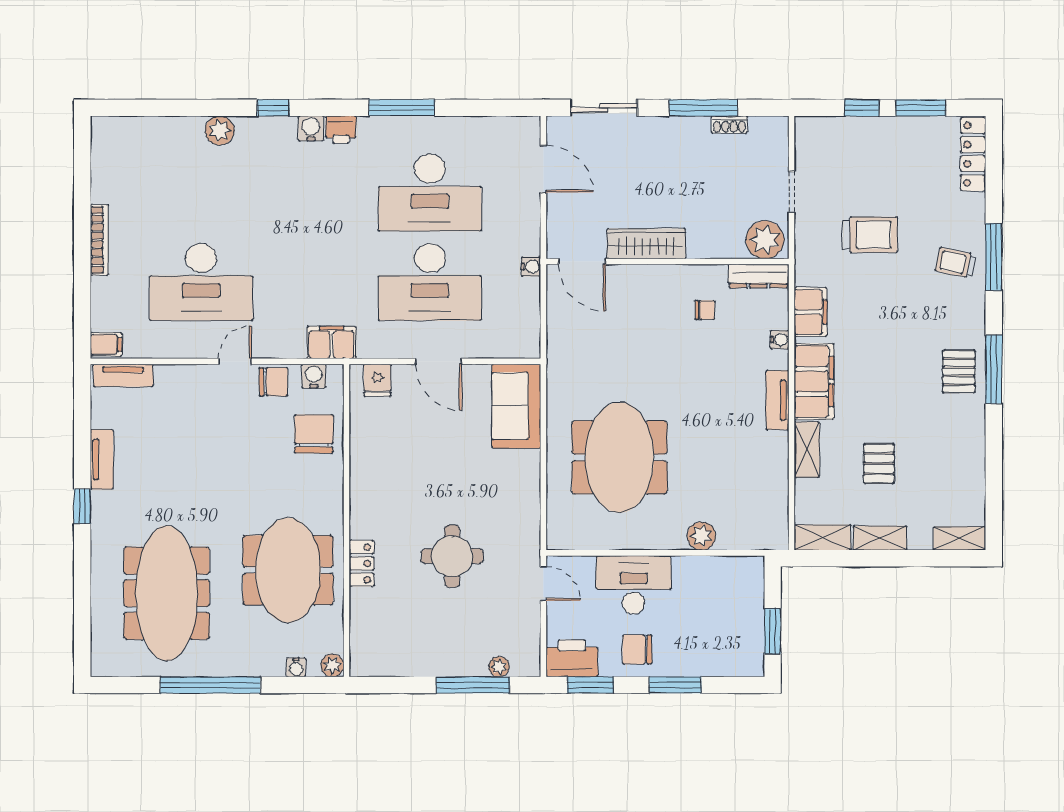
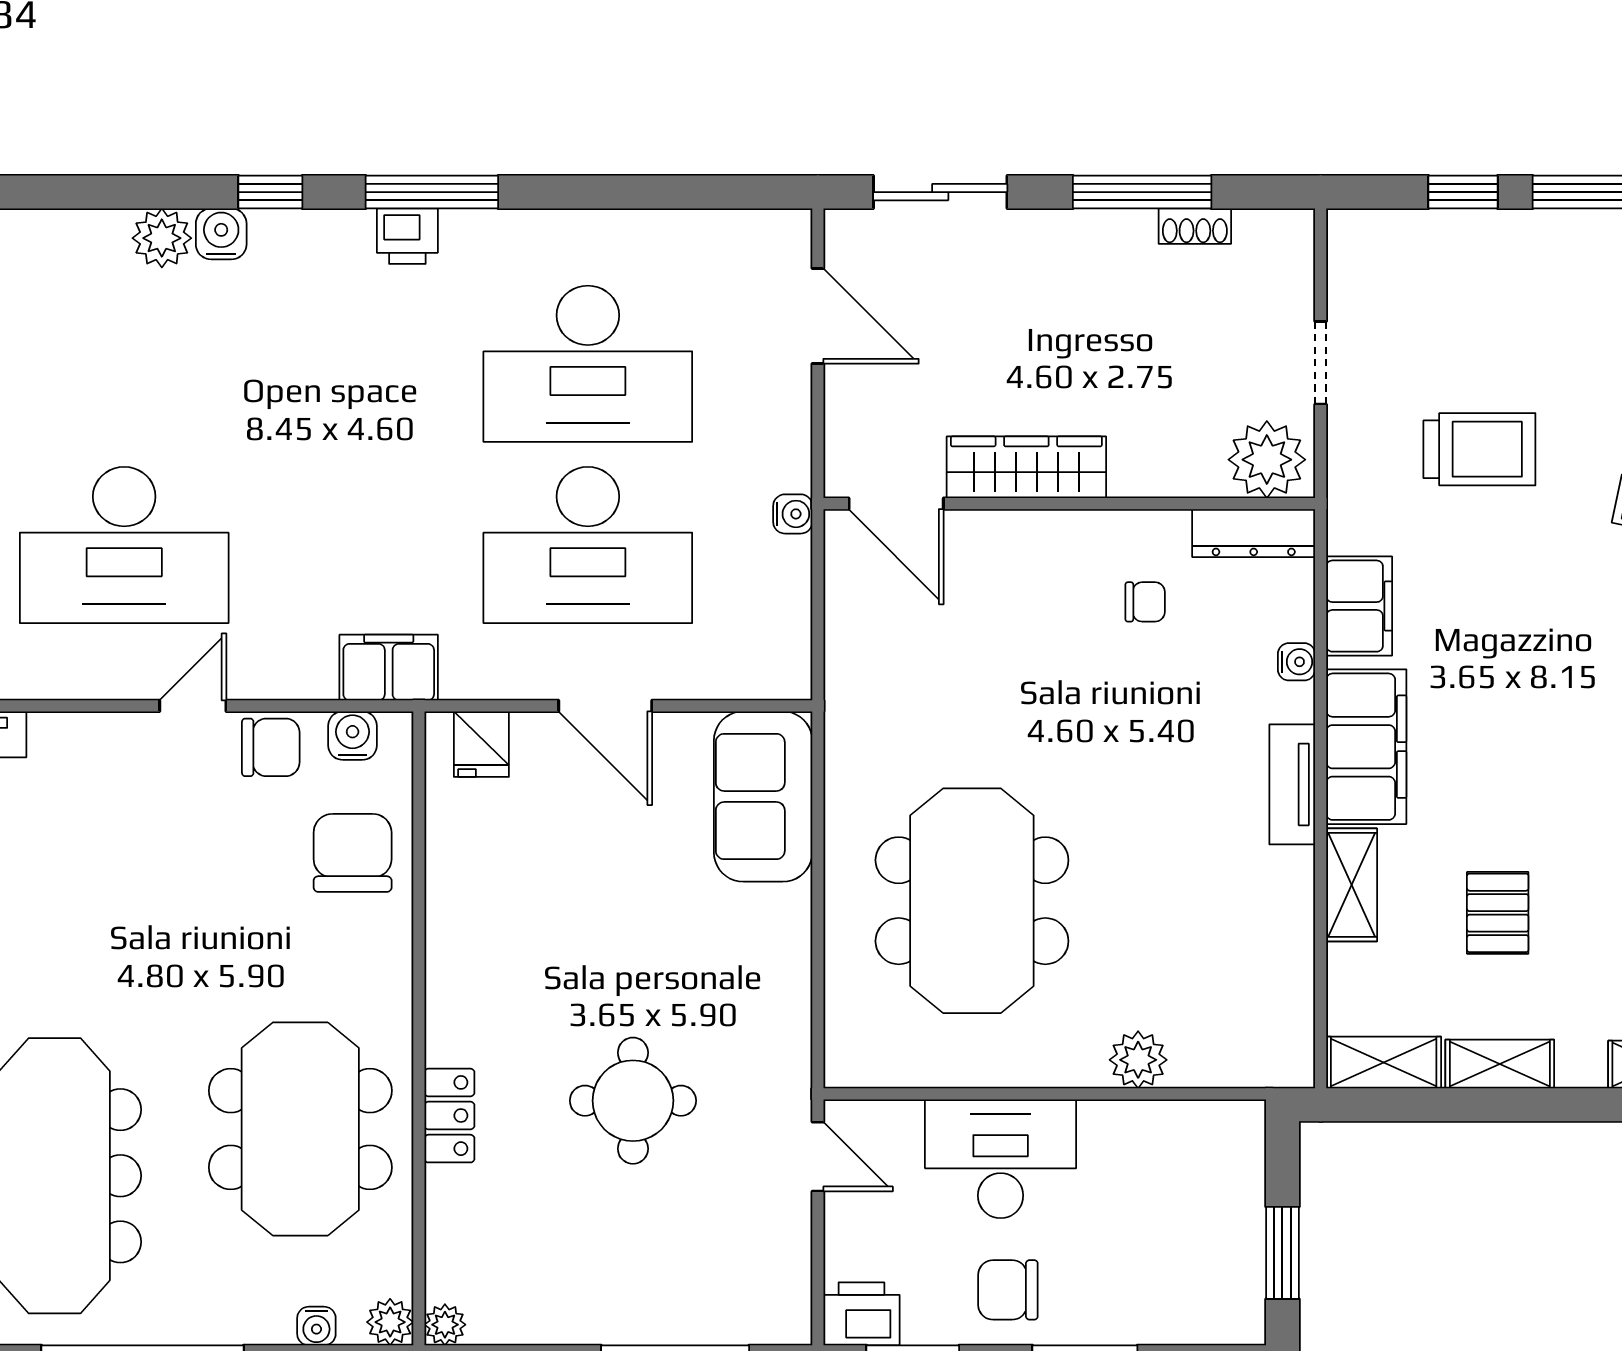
window: (402, 108) -> (432, 192), moved
water cooler: (311, 128) -> (221, 234), moved
printer: (572, 658) -> (861, 1314), width x0.73, depth x0.84
plant: (499, 667) -> (445, 1325), moved

